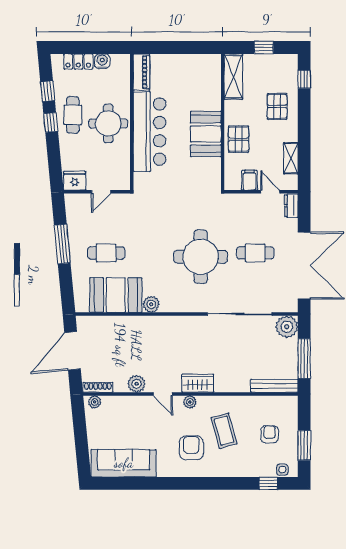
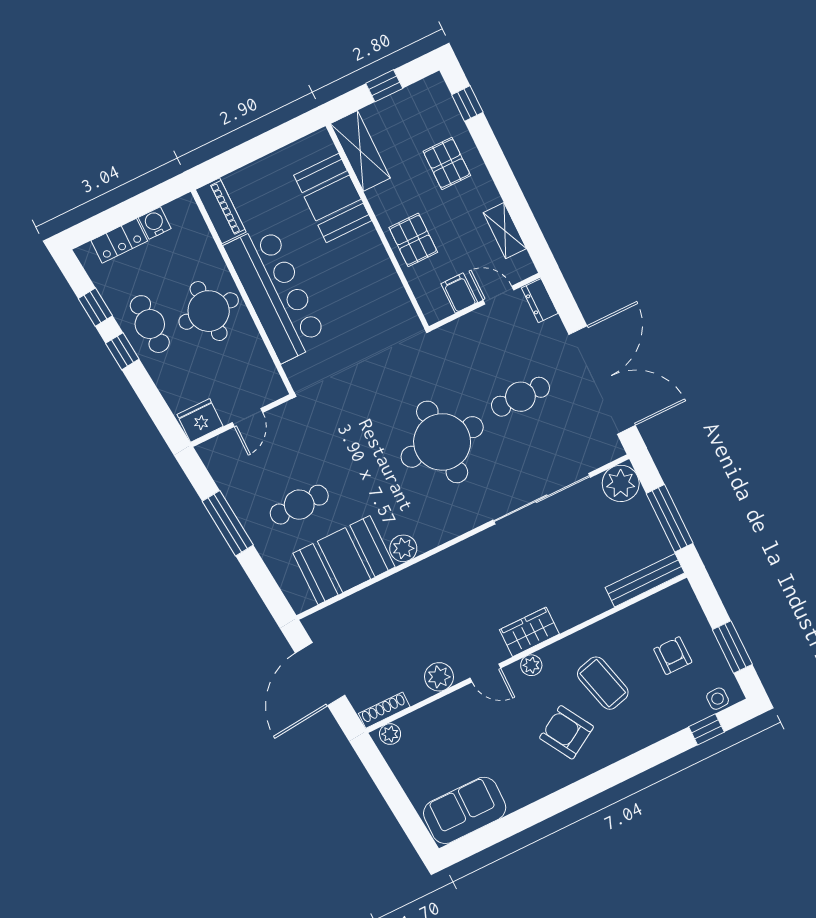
booth: (206, 134) -> (333, 198), moved
armchair: (191, 448) -> (567, 732), turned -31
sofa: (124, 463) -> (465, 810), width x0.73

